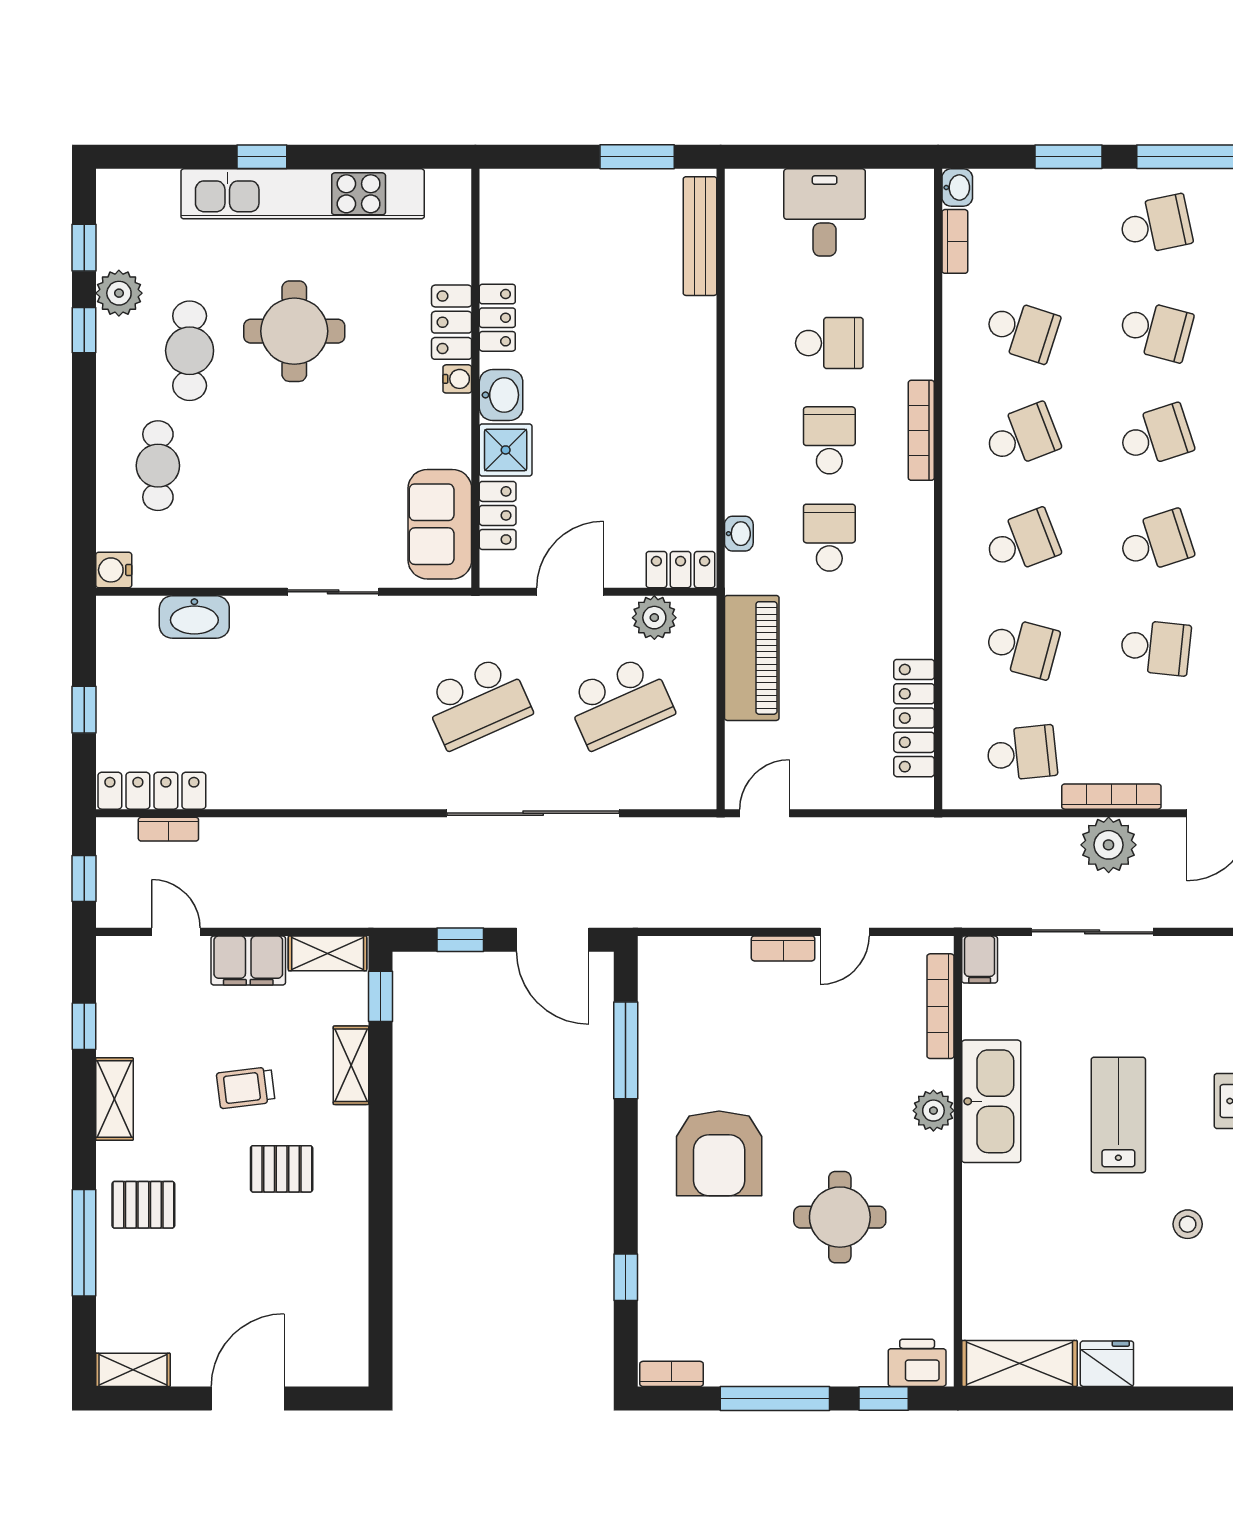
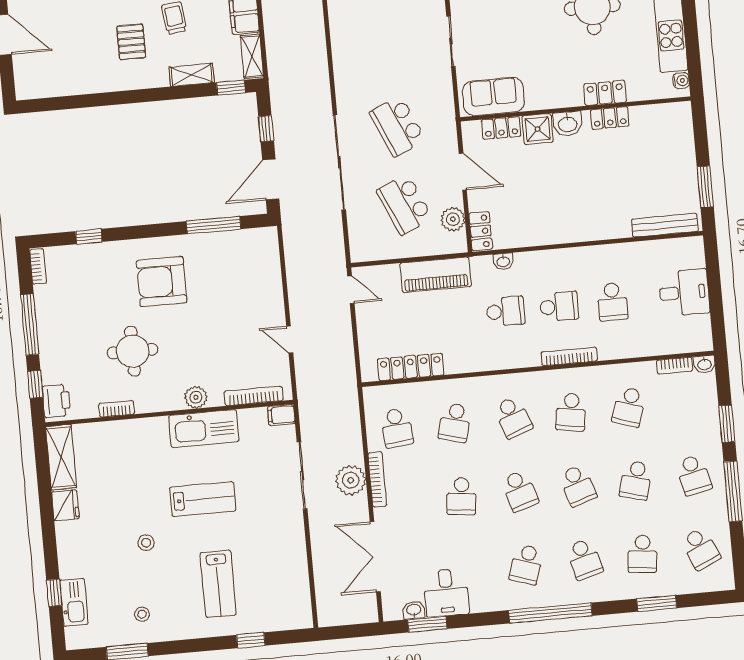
water cooler: (457, 379) -> (681, 81), moved, turned -90
school desk: (1022, 436) -> (571, 412), turned 30
bookcase: (783, 948) -> (117, 409), moved, turned 90

